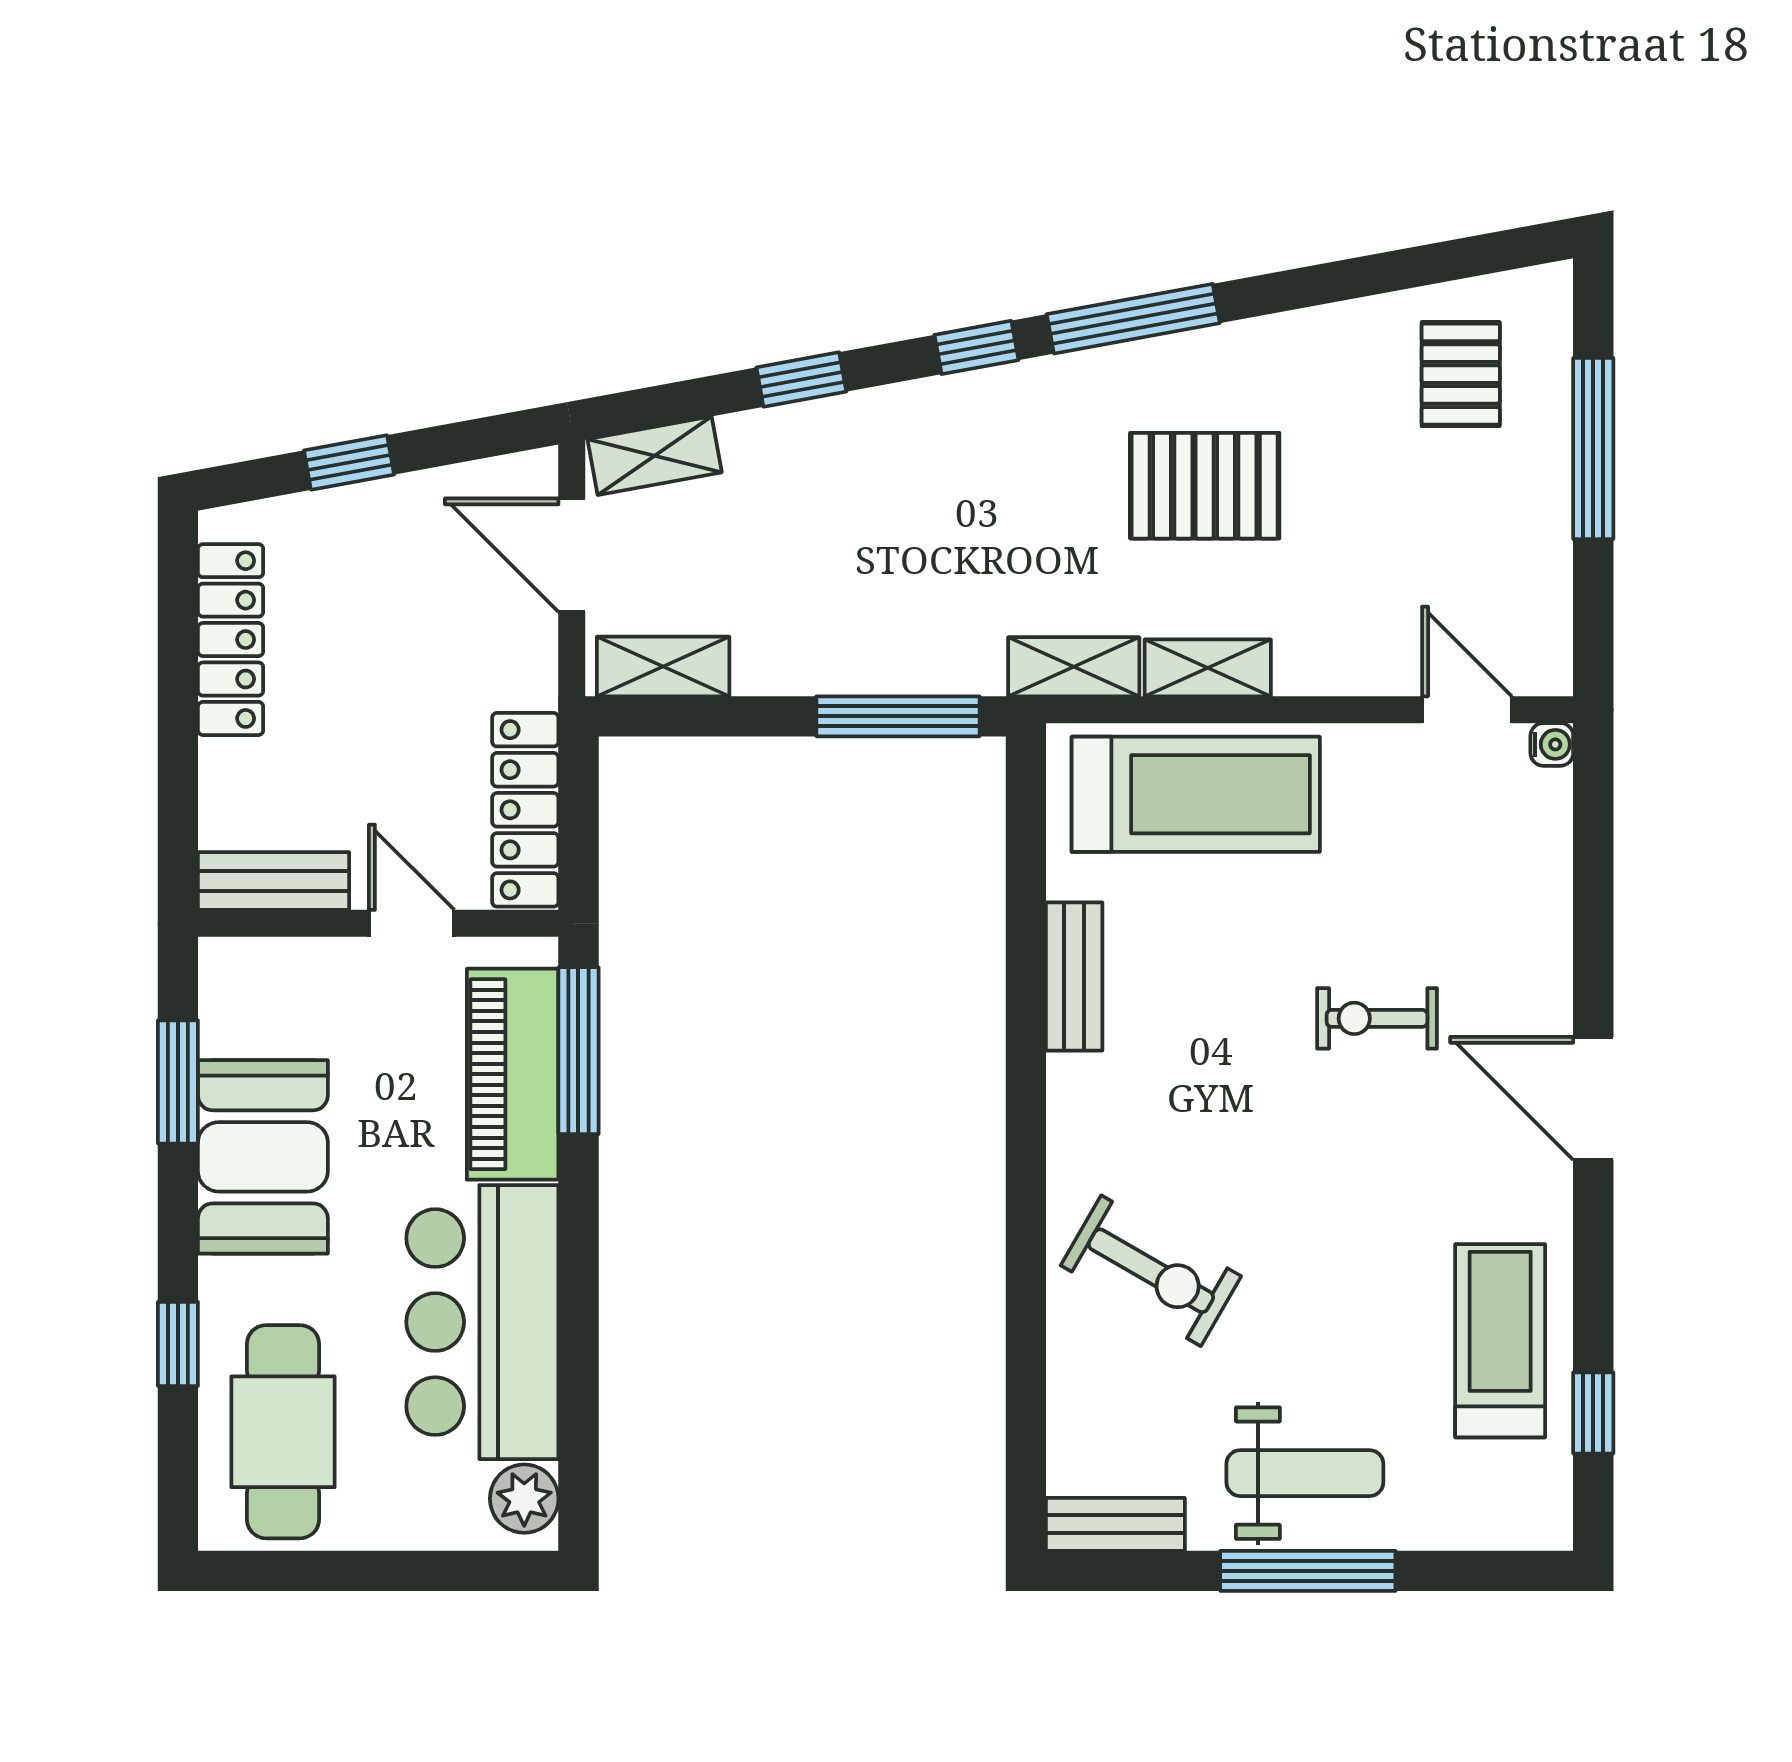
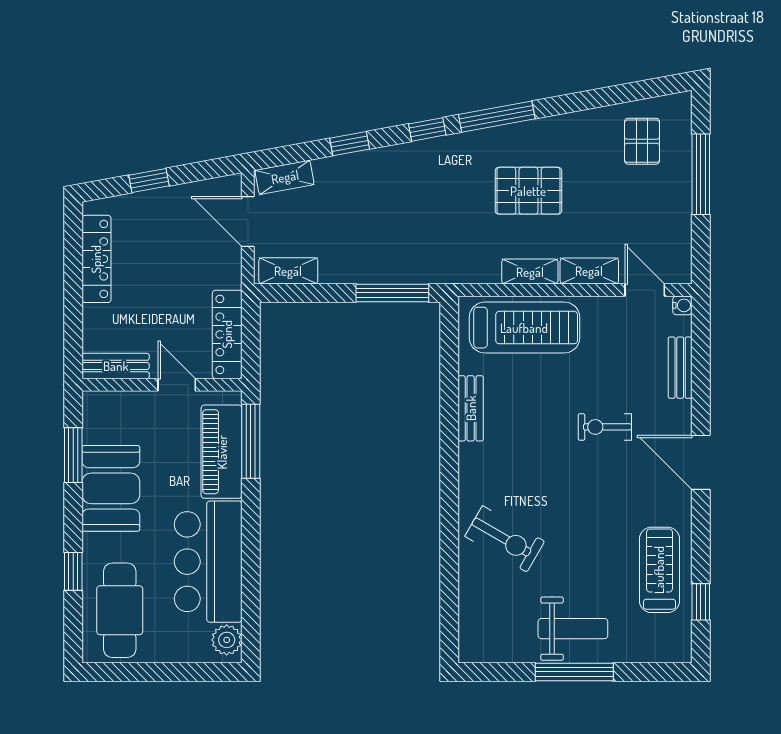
shelving: (1074, 667) -> (589, 271), moved
bench: (1115, 1524) -> (680, 368), moved, turned 90

